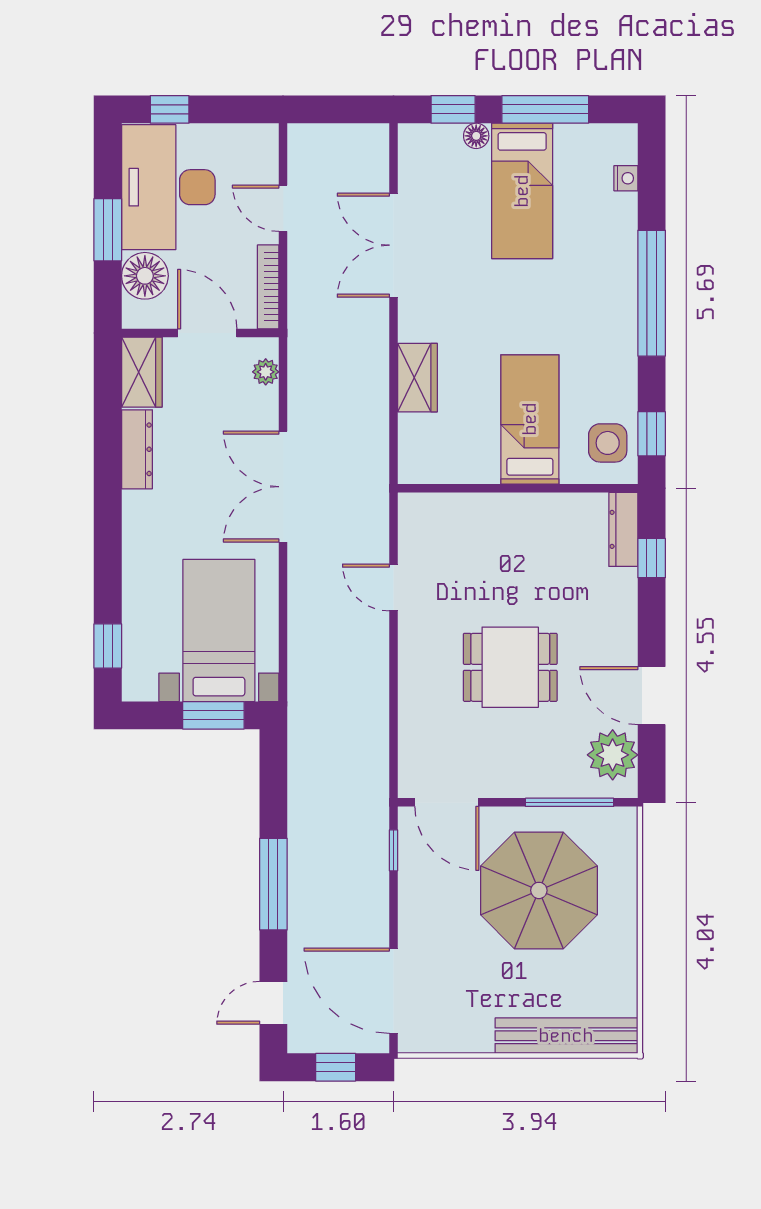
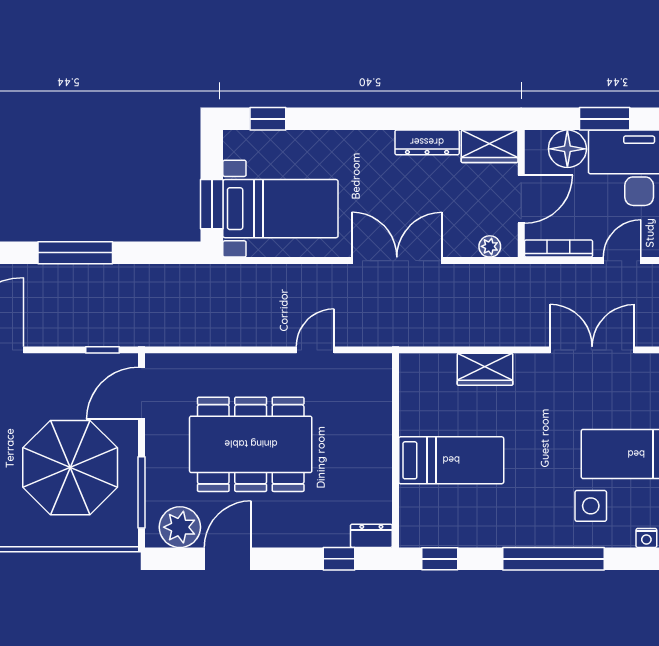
side table: (608, 443) -> (591, 506), moved
dresser: (623, 529) -> (371, 536), width x0.70
dining table: (510, 667) -> (251, 444), width x1.88, depth x1.24

